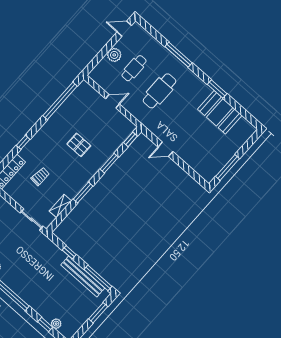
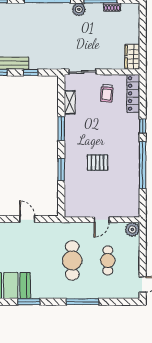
plant: (114, 55) -> (132, 229), moved
window: (60, 101) -> (143, 165), moved
window: (130, 139) -> (61, 203), removed
door: (165, 149) -> (27, 219), hinge flipped
trolley: (40, 176) -> (107, 93), moved

